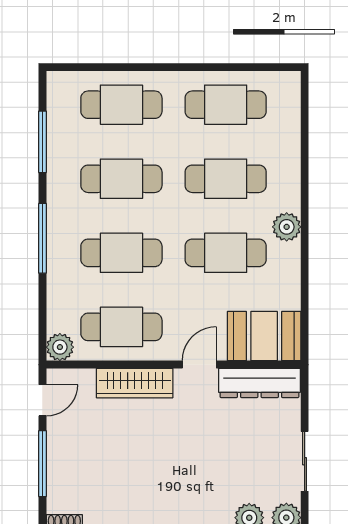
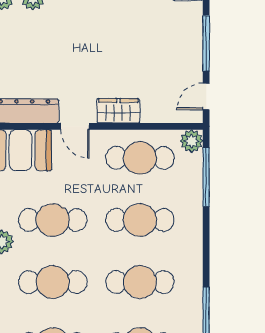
window: (42, 238) -> (206, 177), moved
door: (199, 365) -> (75, 126), hinge flipped
wardrobe: (135, 383) -> (118, 111), width x0.67

